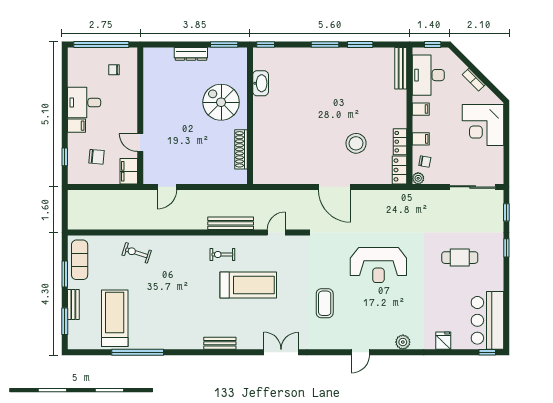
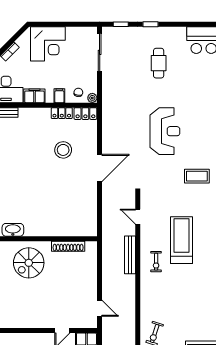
filing cabinet: (421, 109) -> (34, 96), width x2.00

